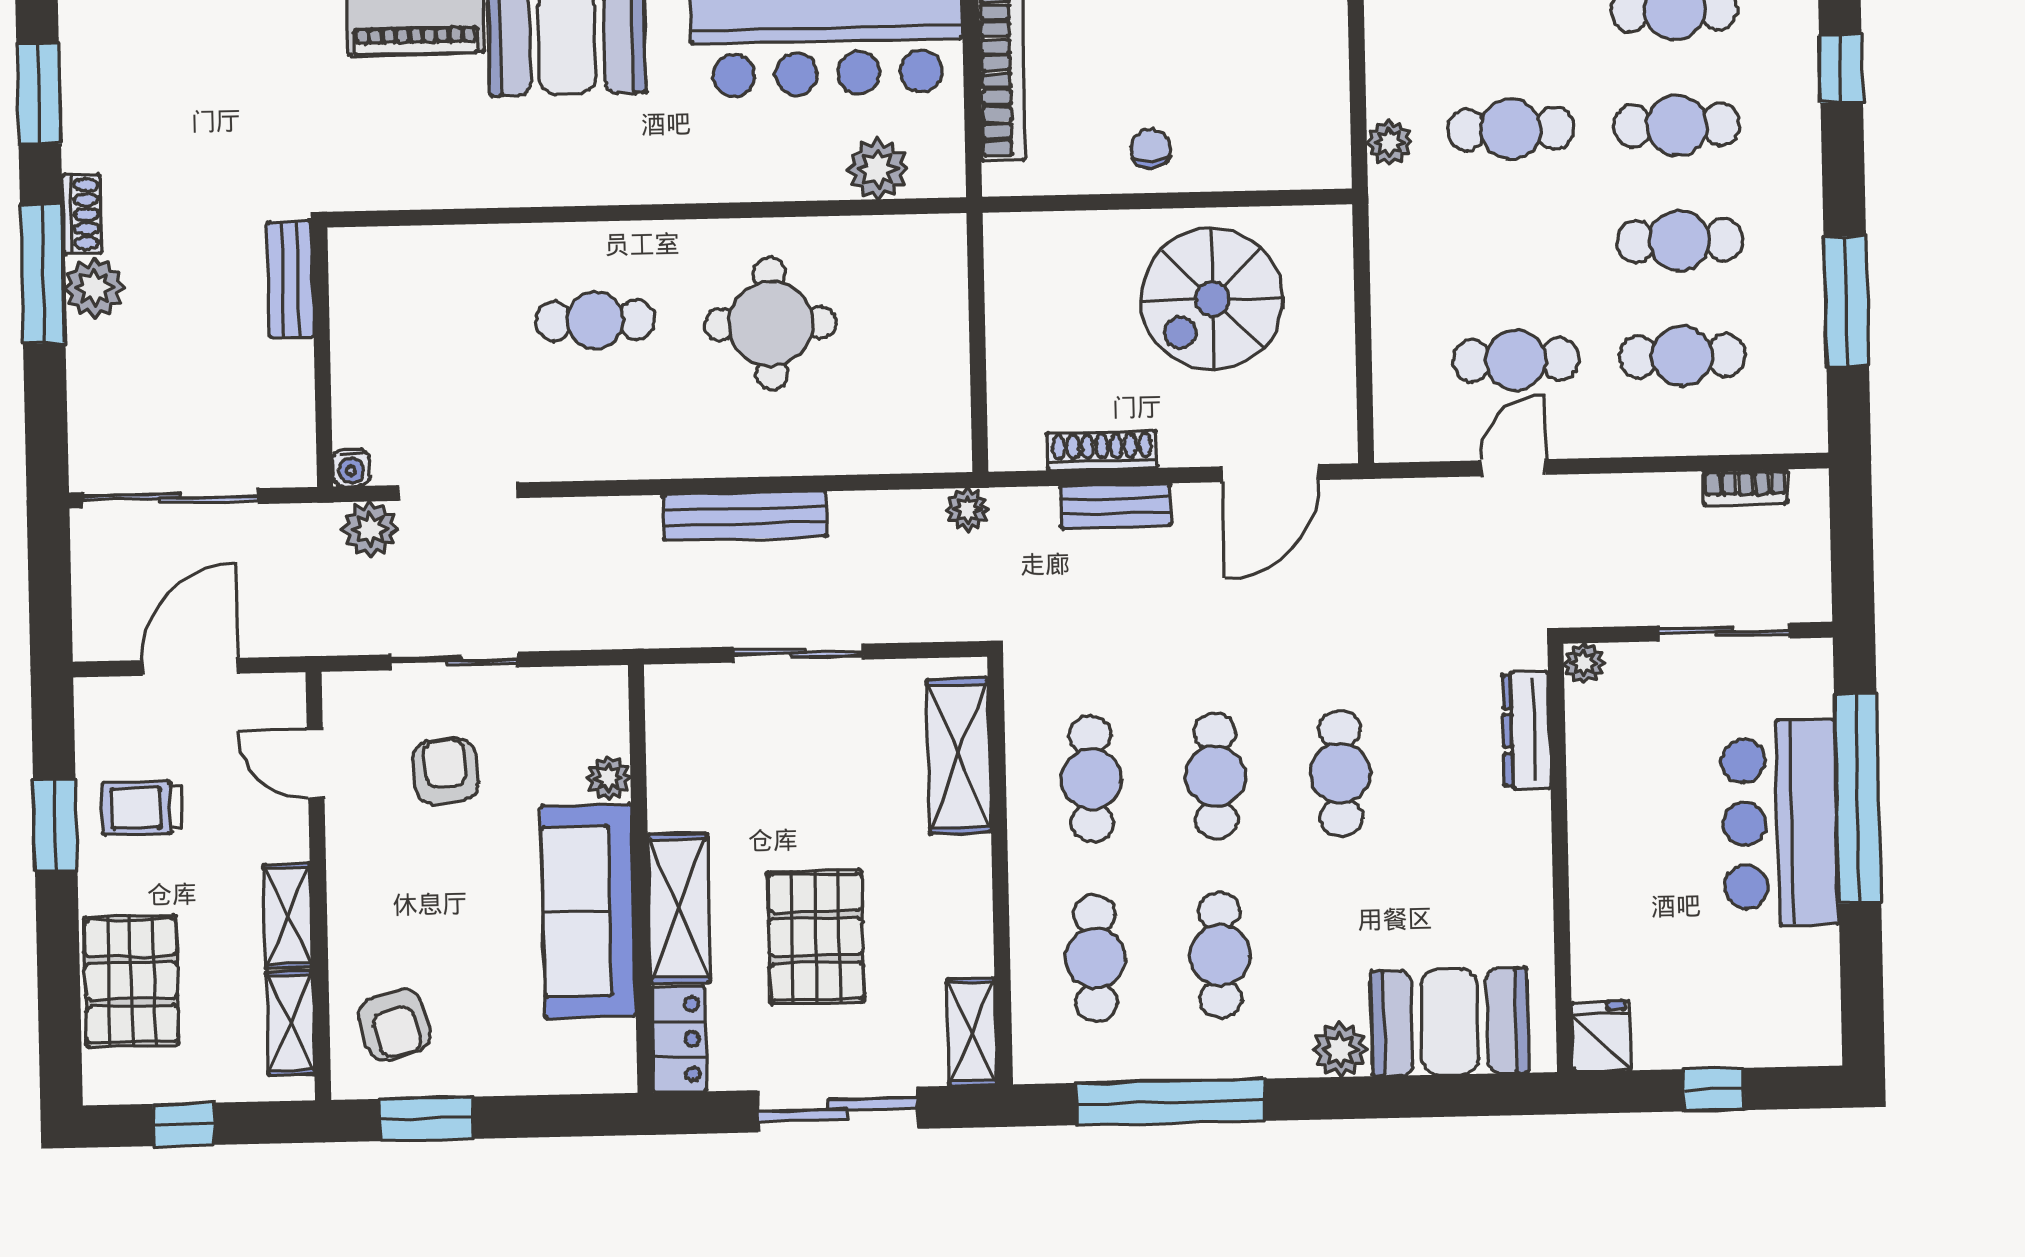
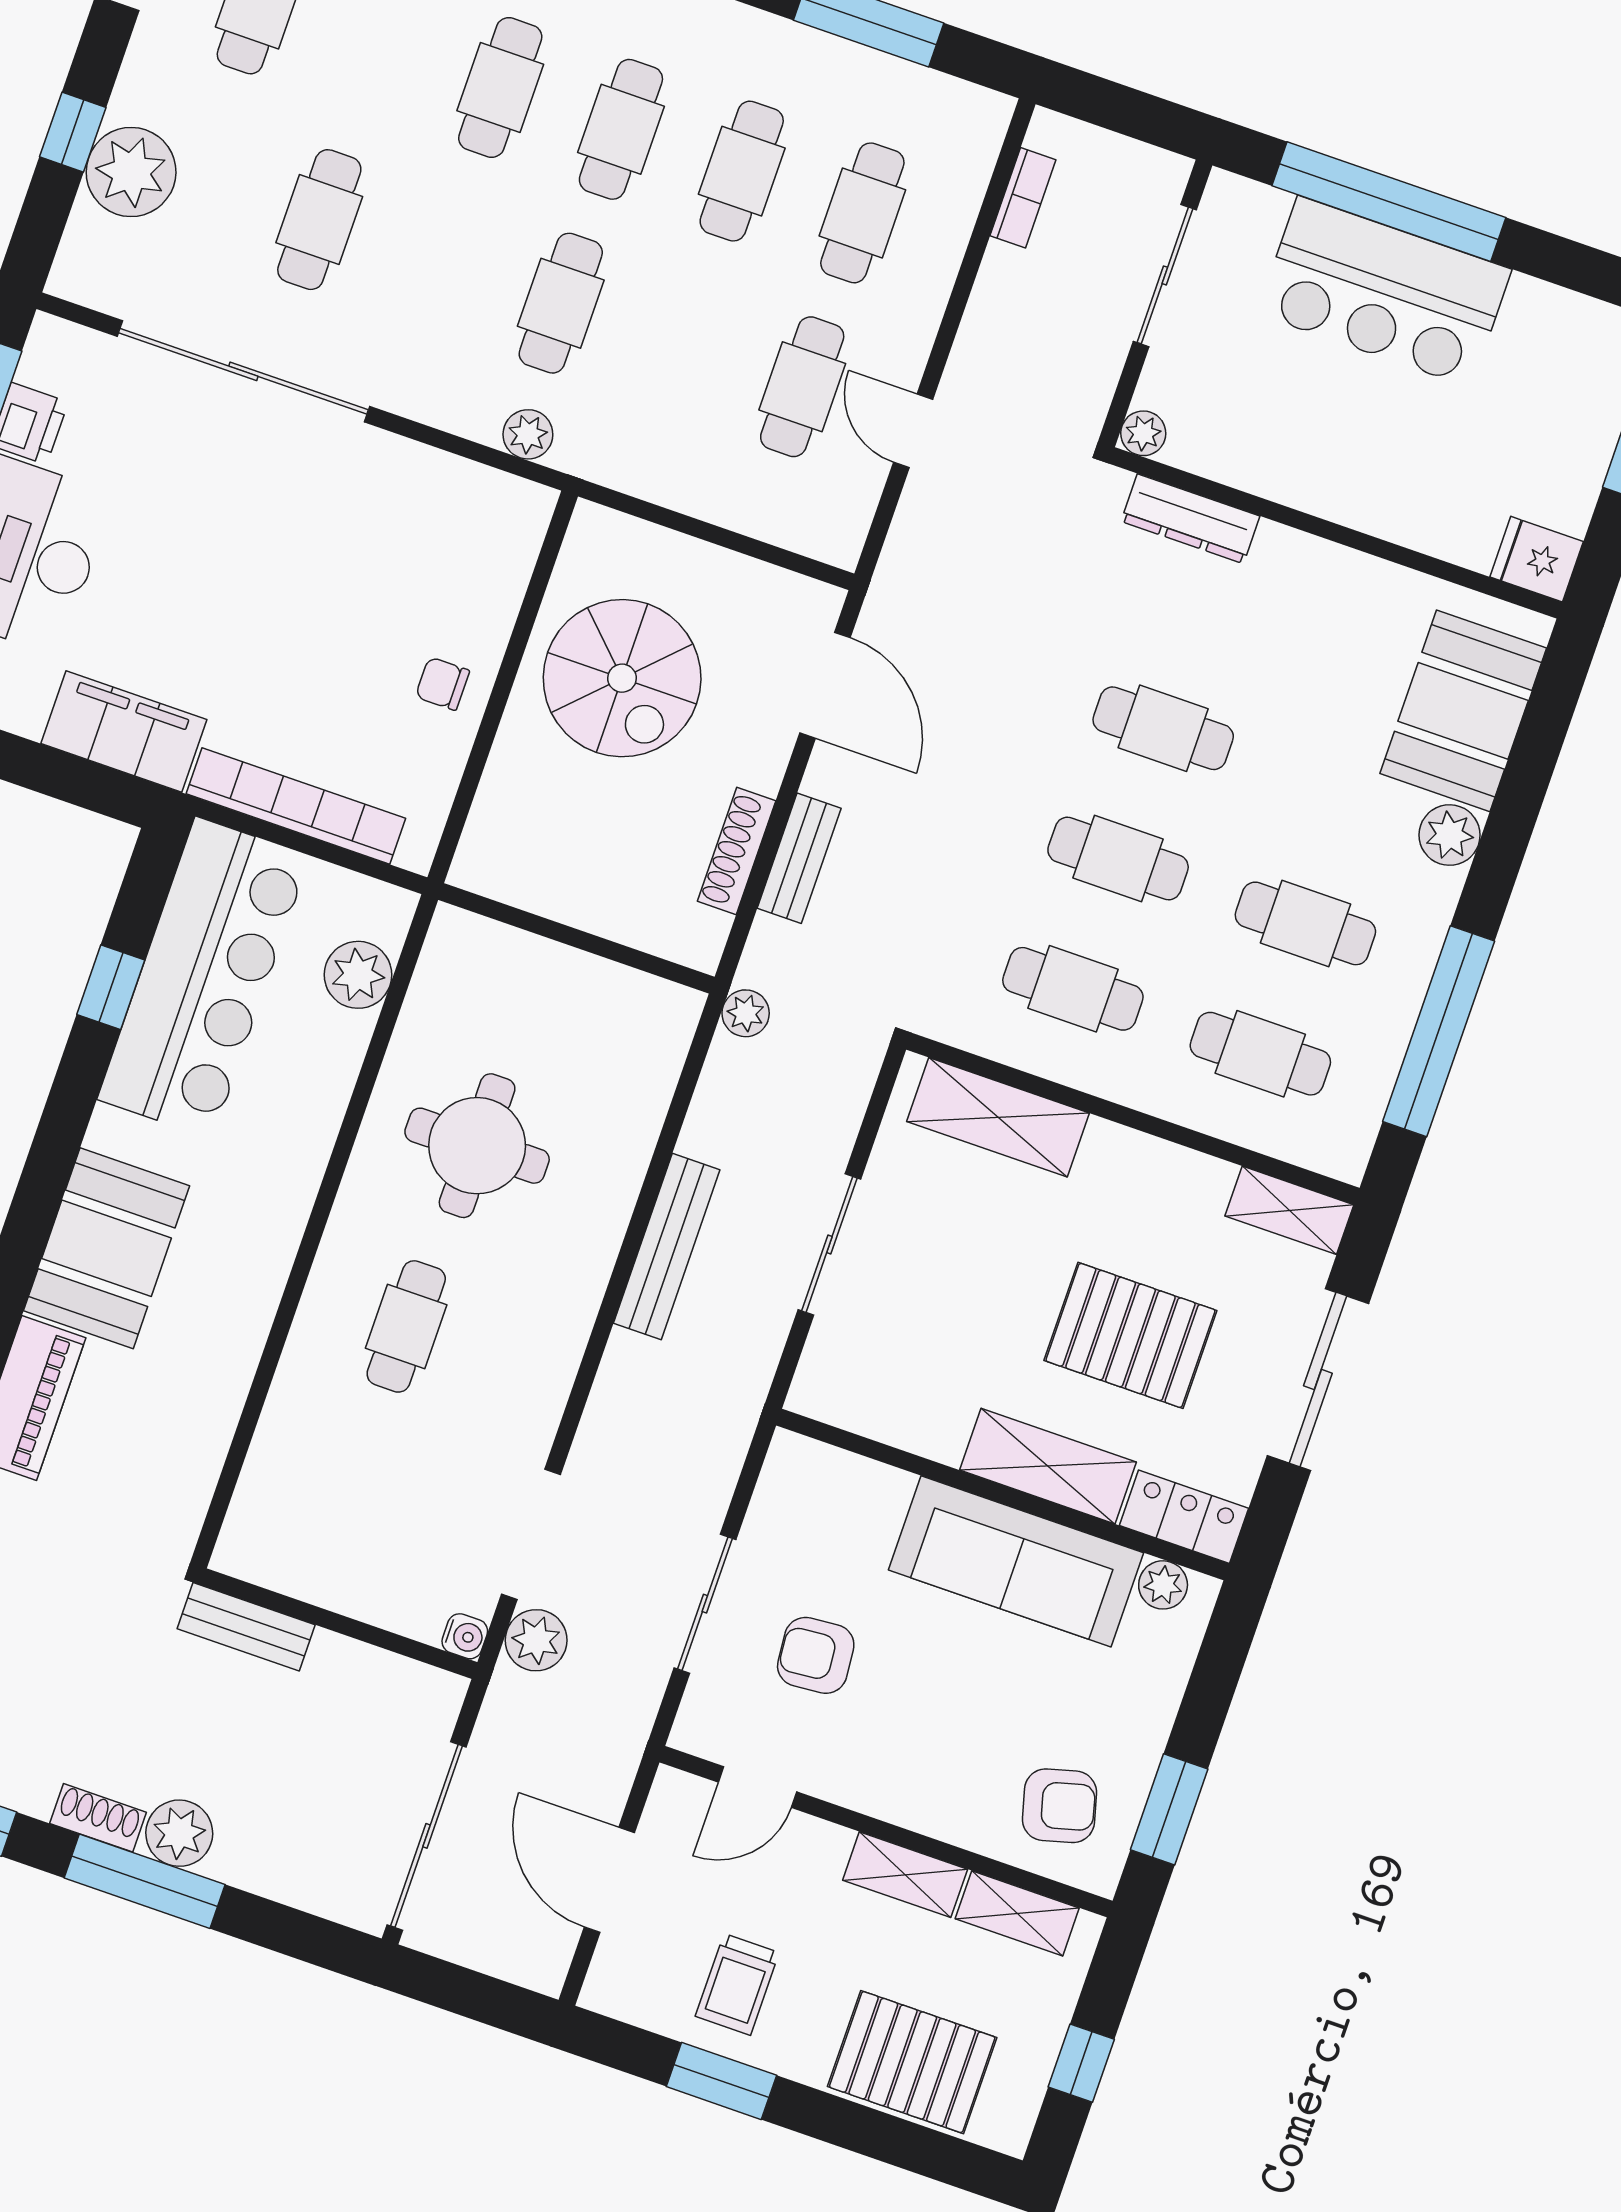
plant: (609, 778) -> (1163, 1585), moved

